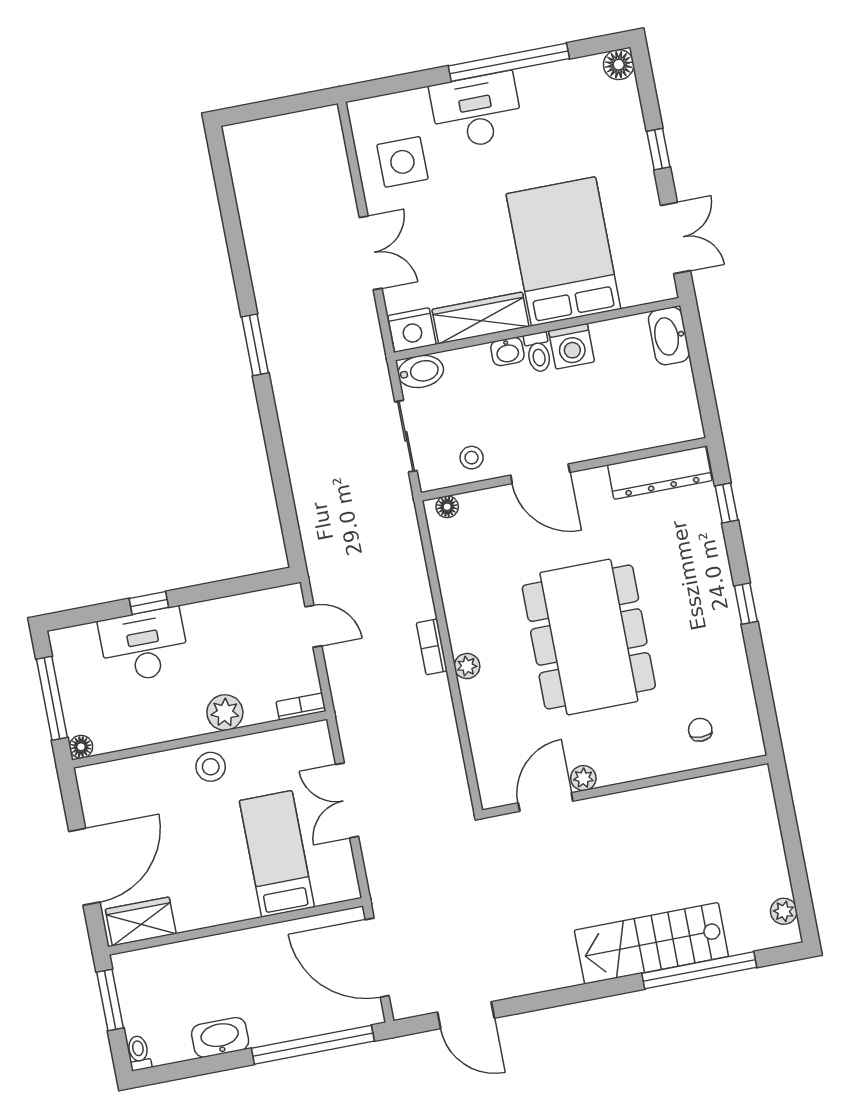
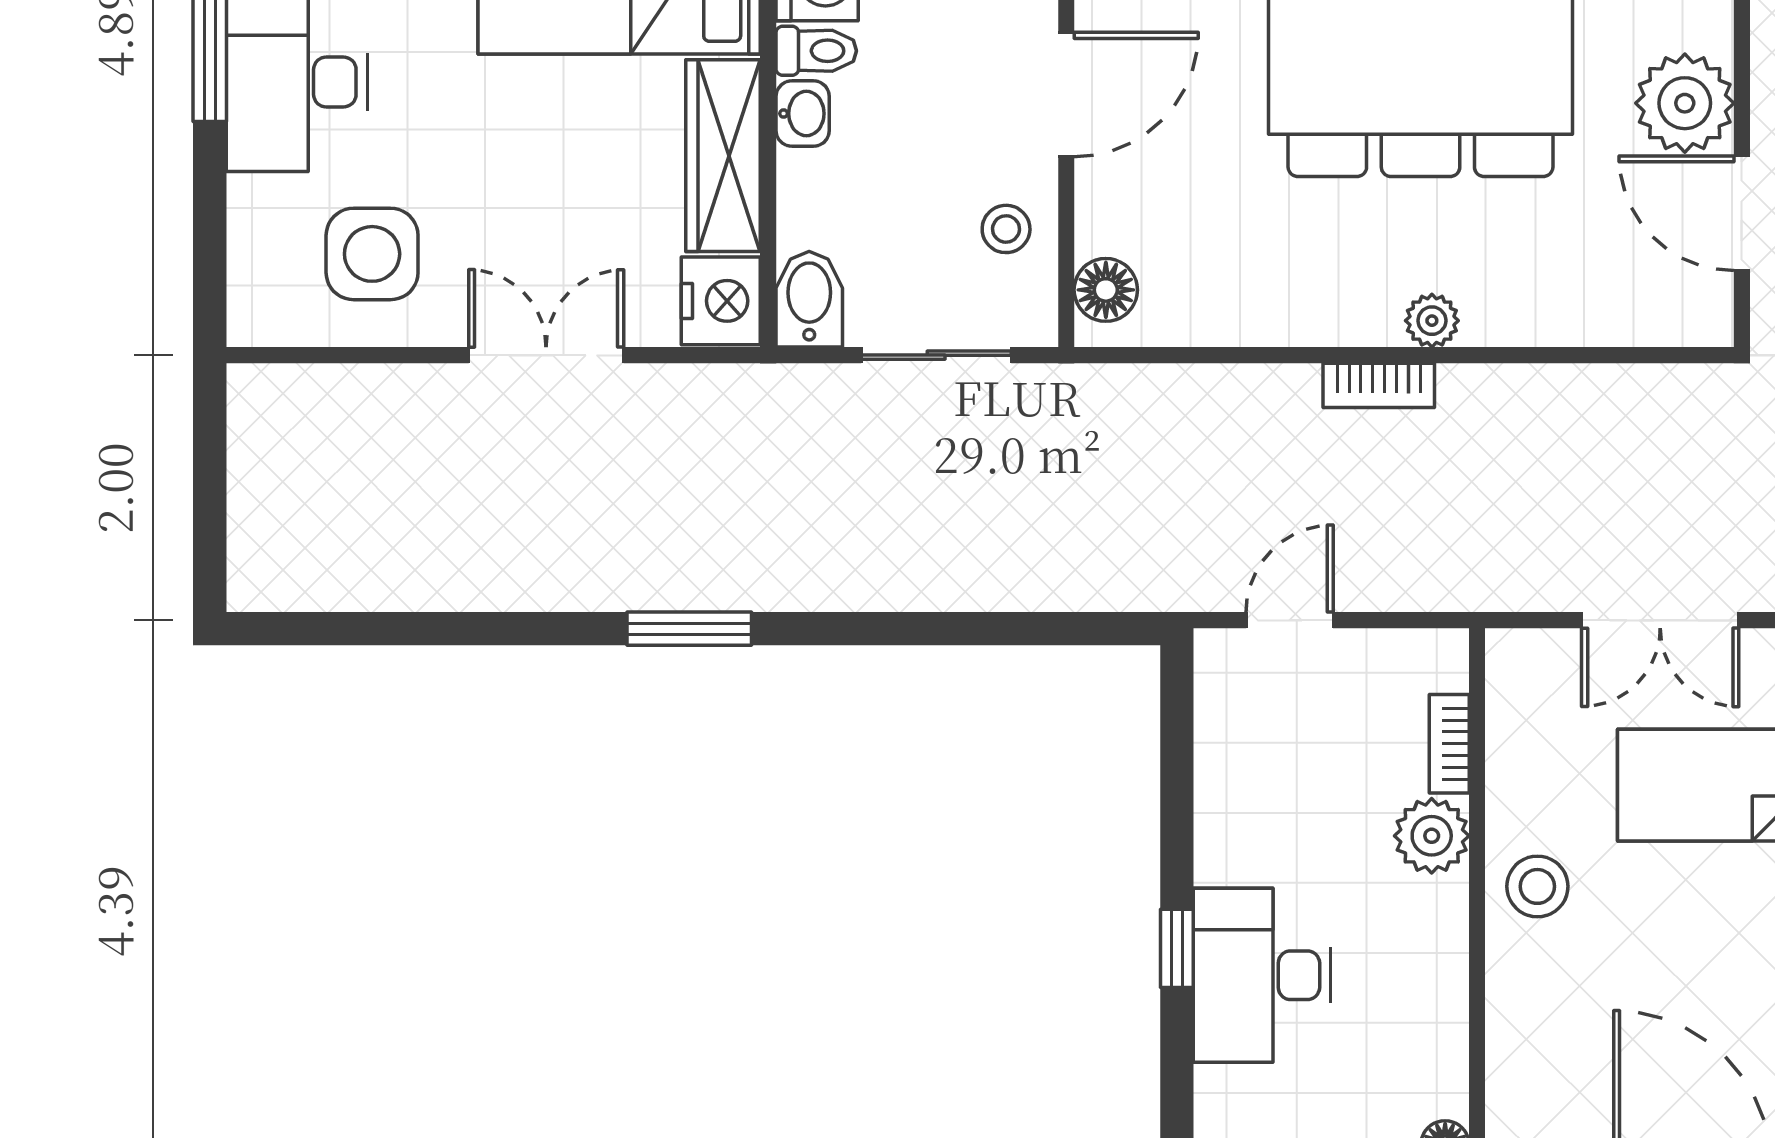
floor lamp: (447, 507) -> (1106, 290), width x1.37, depth x1.37
bookcase: (301, 706) -> (1449, 744), moved
plant: (583, 778) -> (1685, 103), width x1.88, depth x1.88

